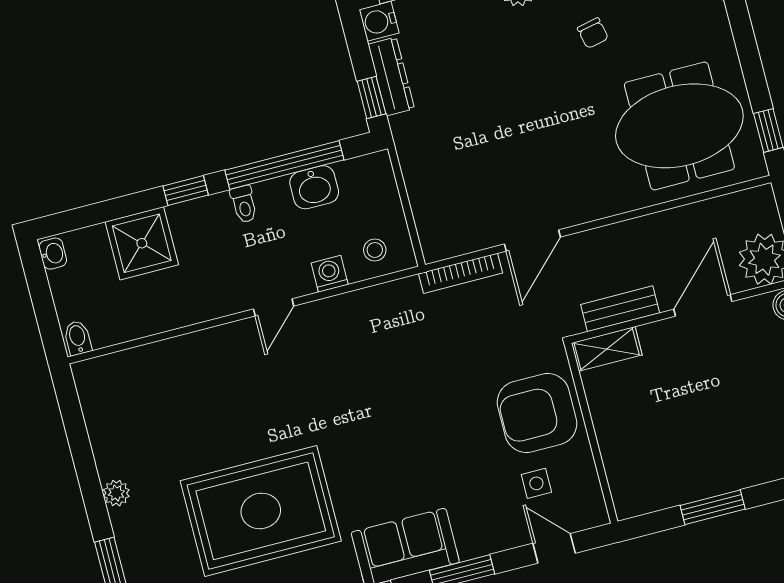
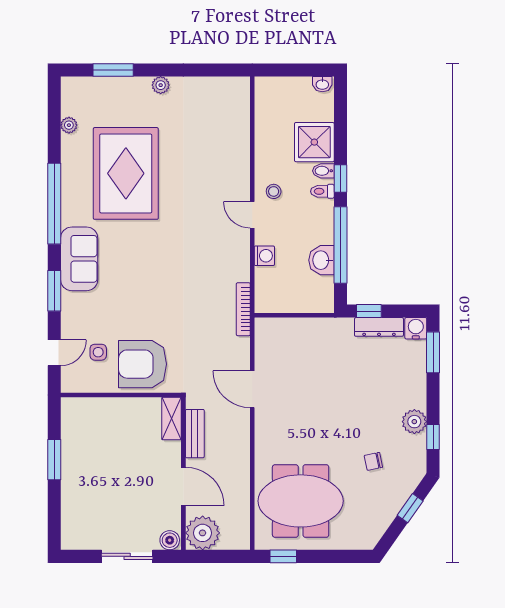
meeting table: (679, 126) -> (301, 501), turned 90
toilet: (244, 204) -> (322, 191), moved
stool: (375, 250) -> (274, 191), moved
bookcase: (461, 273) -> (243, 309), moved
bidet: (78, 338) -> (323, 171), moved, turned 180
armchair: (537, 413) -> (143, 364), turned -90

